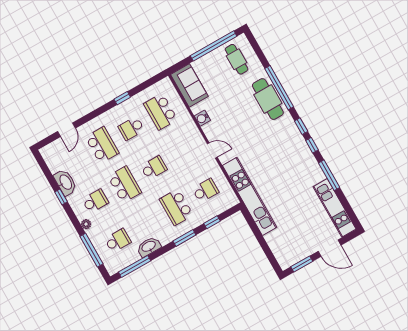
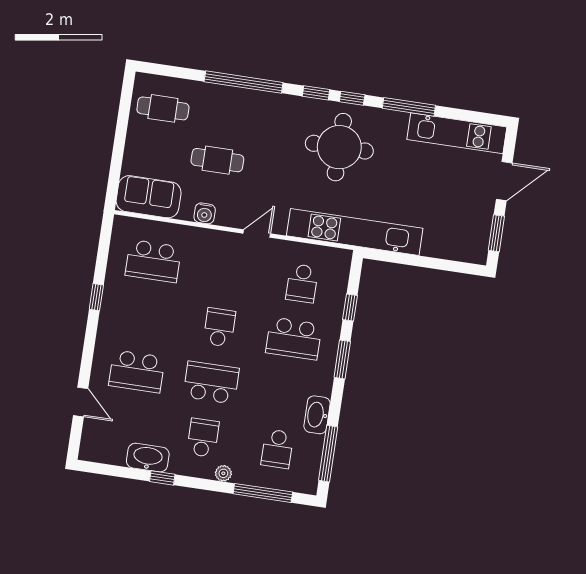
window: (214, 46) -> (122, 125), removed
cafe table: (268, 99) -> (217, 160), moved, width x0.73, depth x0.74
school desk: (131, 128) -> (145, 316), removed
school desk: (102, 145) -> (137, 371), turned 180
round table: (284, 157) -> (339, 147), added
school desk: (206, 190) -> (302, 283), turned 180
school desk: (118, 241) -> (277, 449), turned 180

